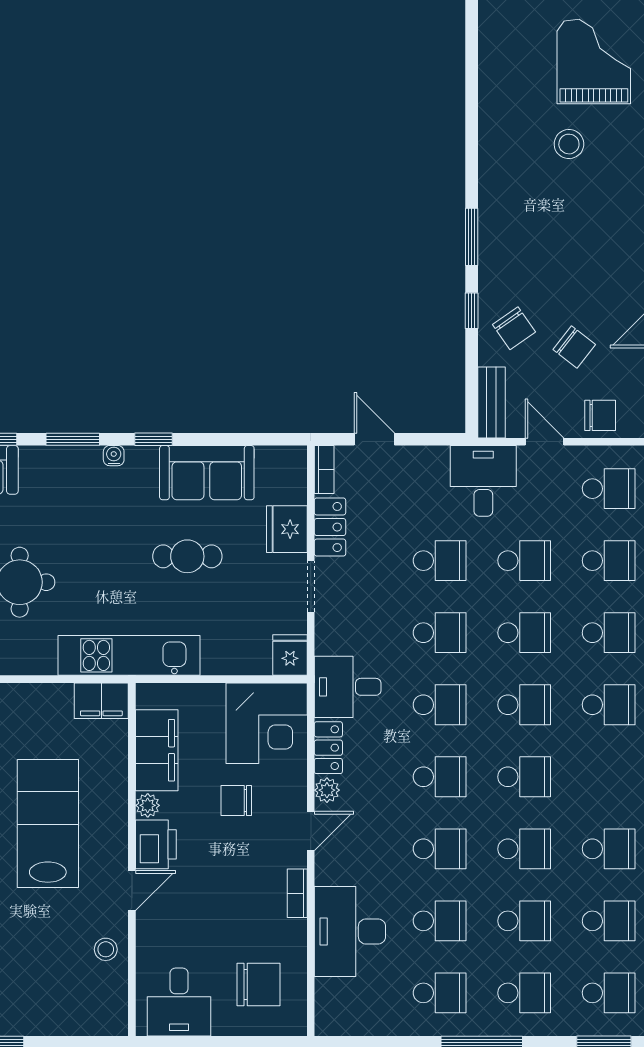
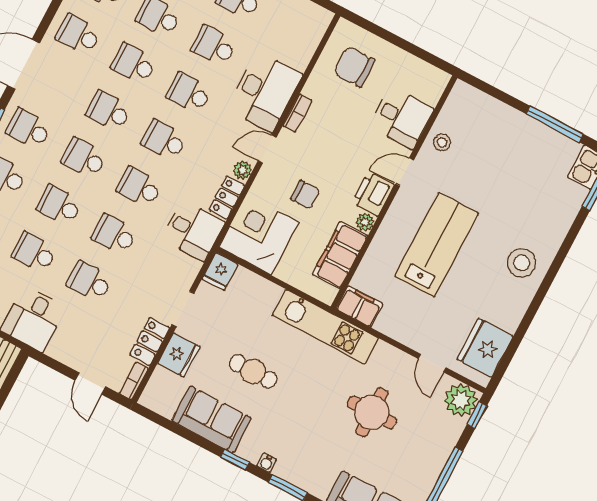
lab bench: (48, 823) -> (437, 245), turned 180
desk: (350, 931) -> (265, 92), moved
desk: (179, 1002) -> (402, 118), moved, turned 90

